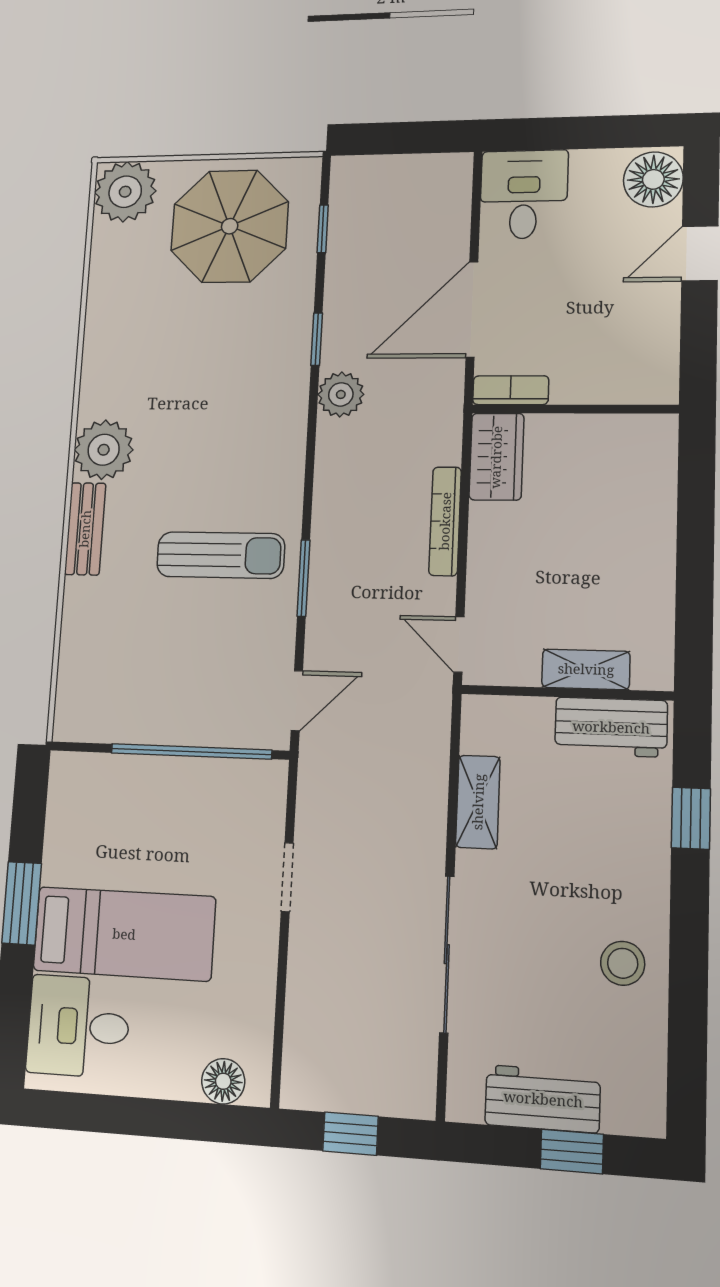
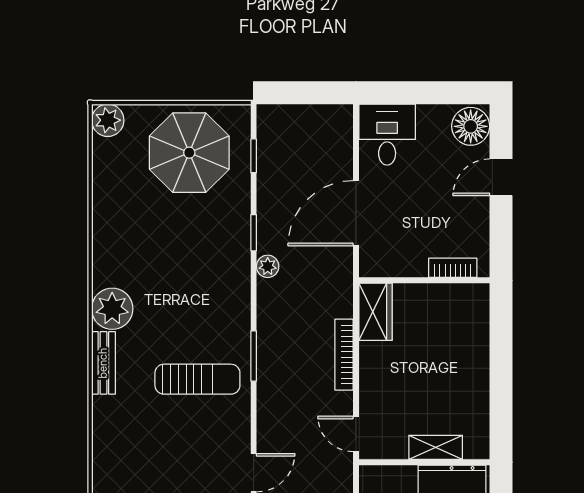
plant: (125, 192) -> (108, 120), width x0.73, depth x0.73
bookcase: (511, 390) -> (453, 268), moved
plant: (341, 394) -> (268, 266), width x0.73, depth x0.73
window: (304, 578) -> (254, 356), moved

